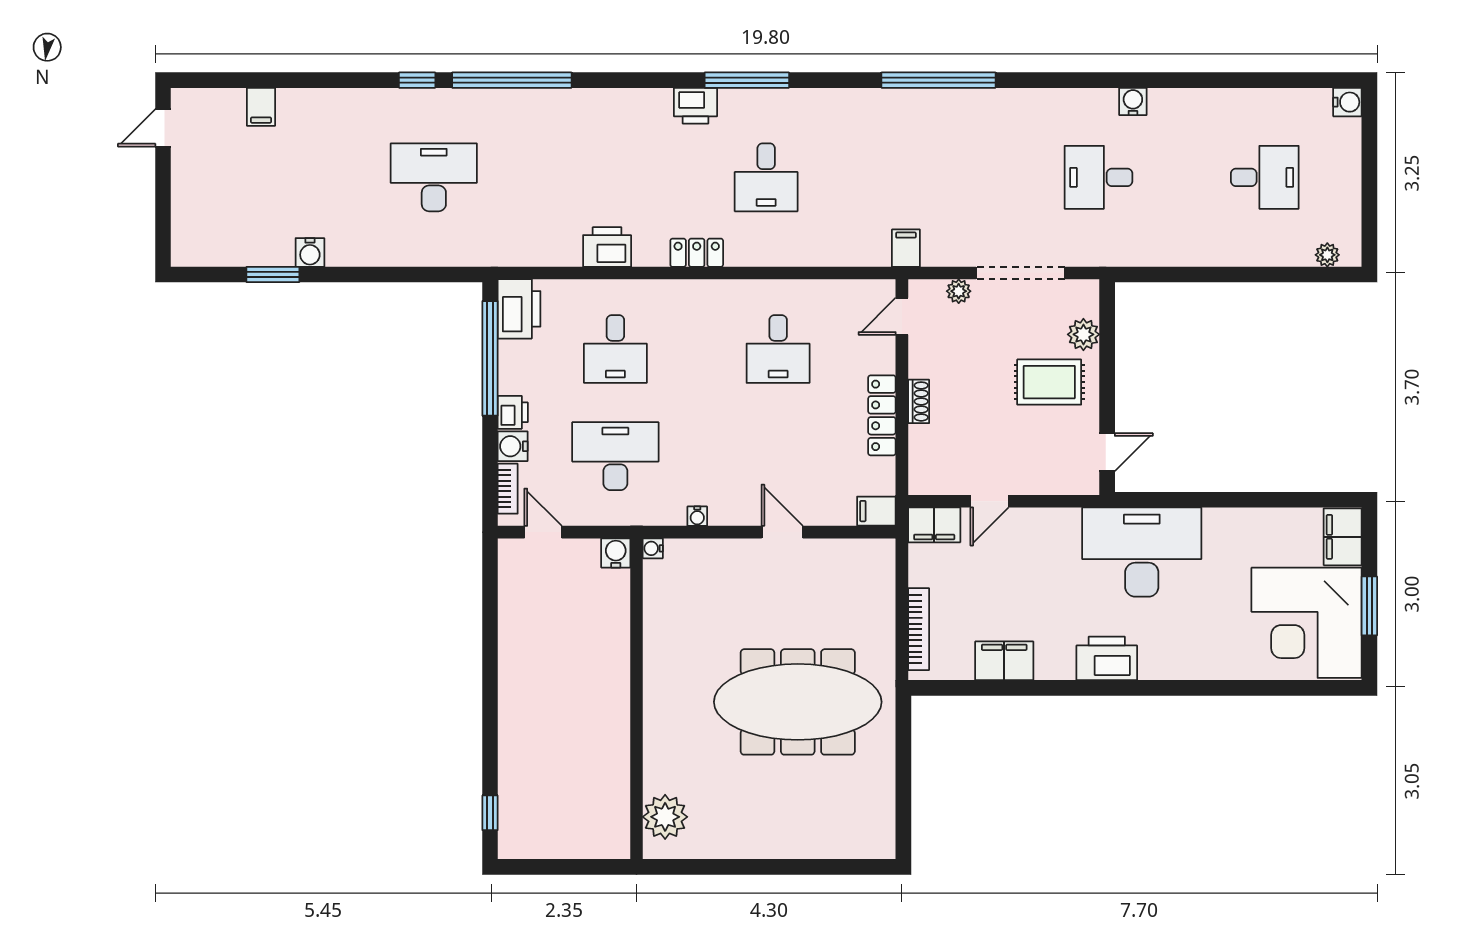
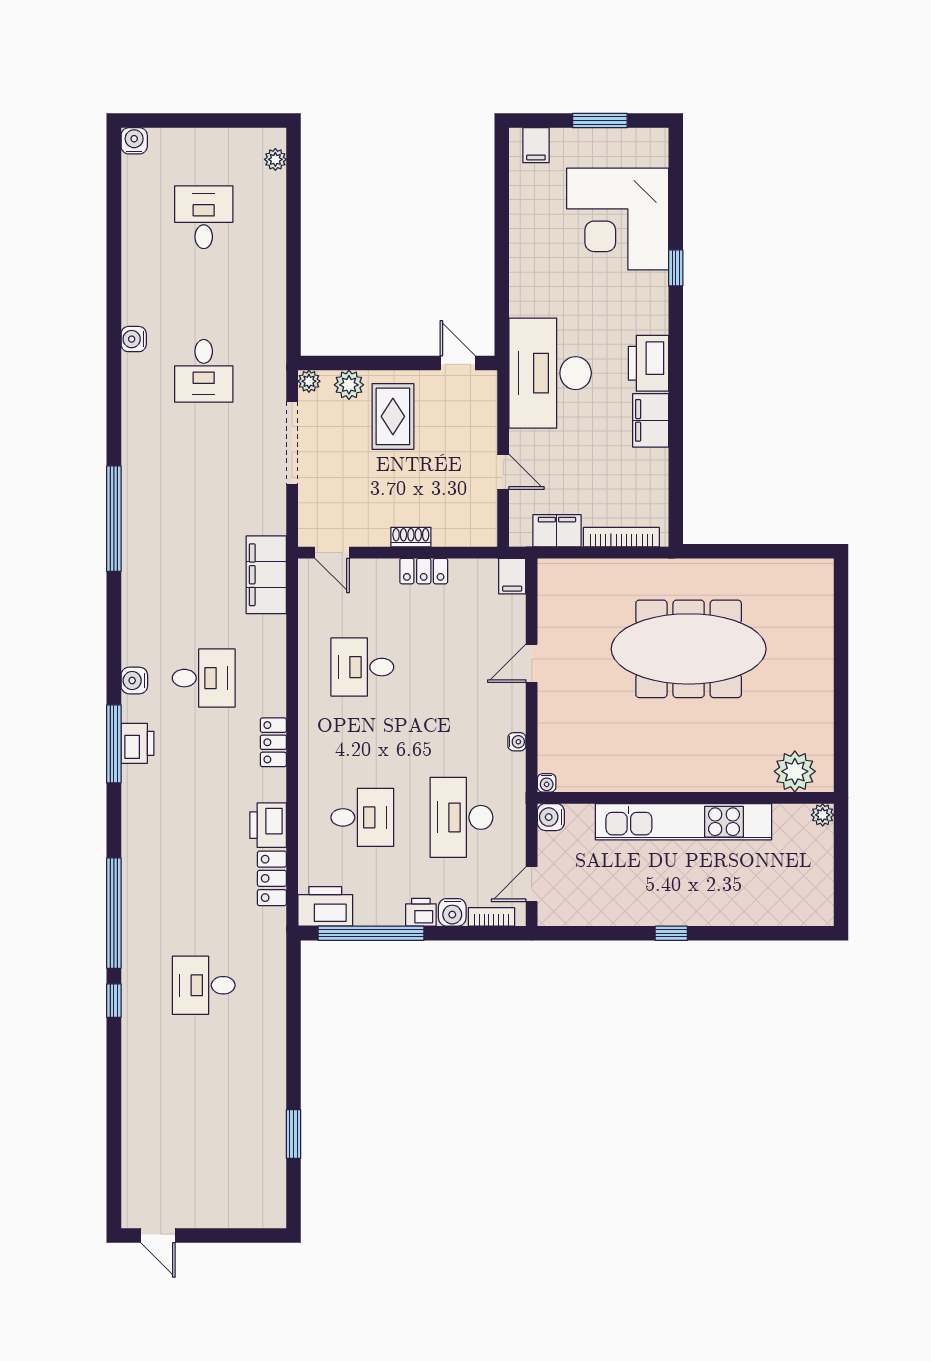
window: (747, 80) -> (114, 744), moved
filing cabinet: (261, 107) -> (139, 1145), removed
desk: (434, 177) -> (204, 985), width x0.73
filing cabinet: (906, 248) -> (266, 575), width x3.00, depth x1.17
locker: (549, 251) -> (272, 878), added
water cooler: (310, 252) -> (134, 680), moved, turned 180
plant: (959, 291) -> (309, 381), moved
desk: (778, 349) -> (362, 667), turned 180
locker: (882, 415) -> (424, 571), width x0.66
filing cabinet: (934, 525) -> (557, 531), moved, turned -90
filing cabinet: (1343, 537) -> (536, 145), width x0.50
desk: (1142, 552) -> (550, 373), moved
corner desk: (1307, 623) -> (618, 219), moved, turned 90
filing cabinet: (1004, 661) -> (651, 420), moved
window: (1210, 688) -> (676, 268), added
kitchen unit: (611, 696) -> (683, 822), added
meeting table: (798, 702) -> (689, 649), turned 90
window: (490, 813) -> (671, 933), moved
plant: (618, 847) -> (823, 815), added

